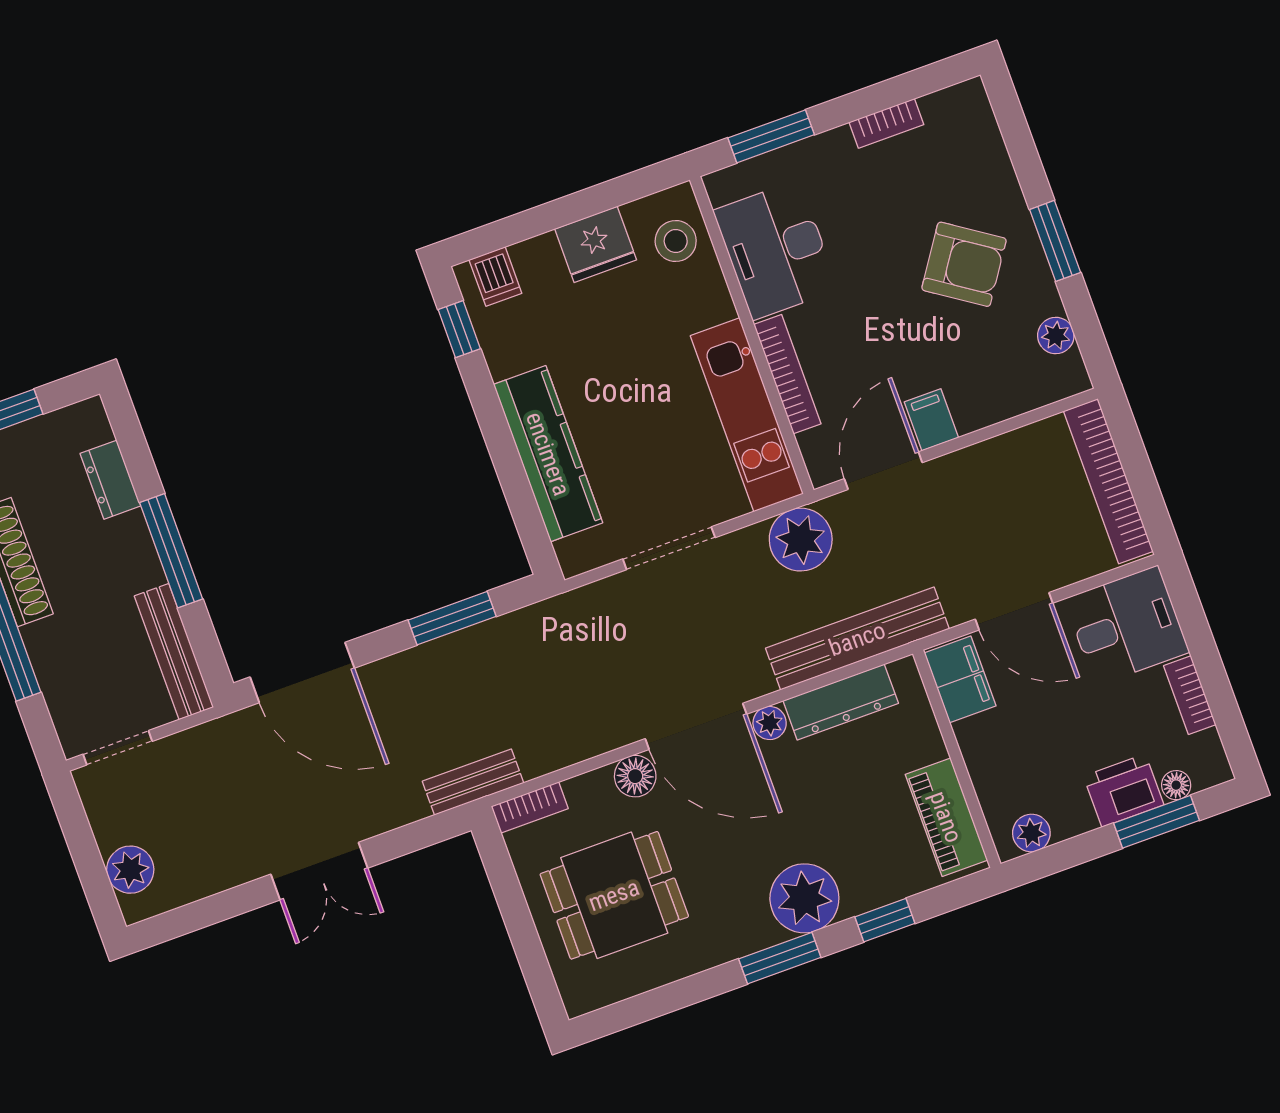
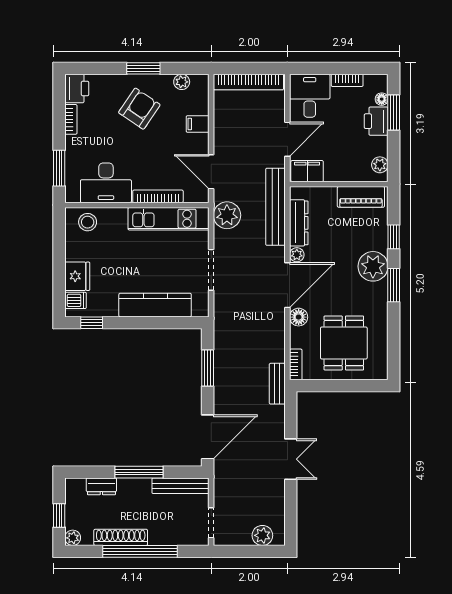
printer: (958, 112) -> (77, 88), added
fridge: (596, 244) -> (77, 276), moved
filing cabinet: (931, 420) -> (198, 124), moved

